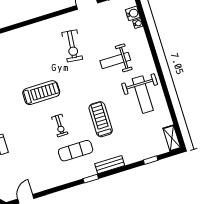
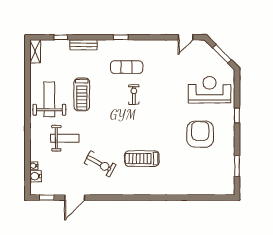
exercise bike: (72, 46) -> (100, 164), turned 113
treadmill: (41, 93) -> (142, 159), moved
treadmill: (101, 119) -> (82, 94), moved
bench: (110, 165) -> (84, 45), moved

